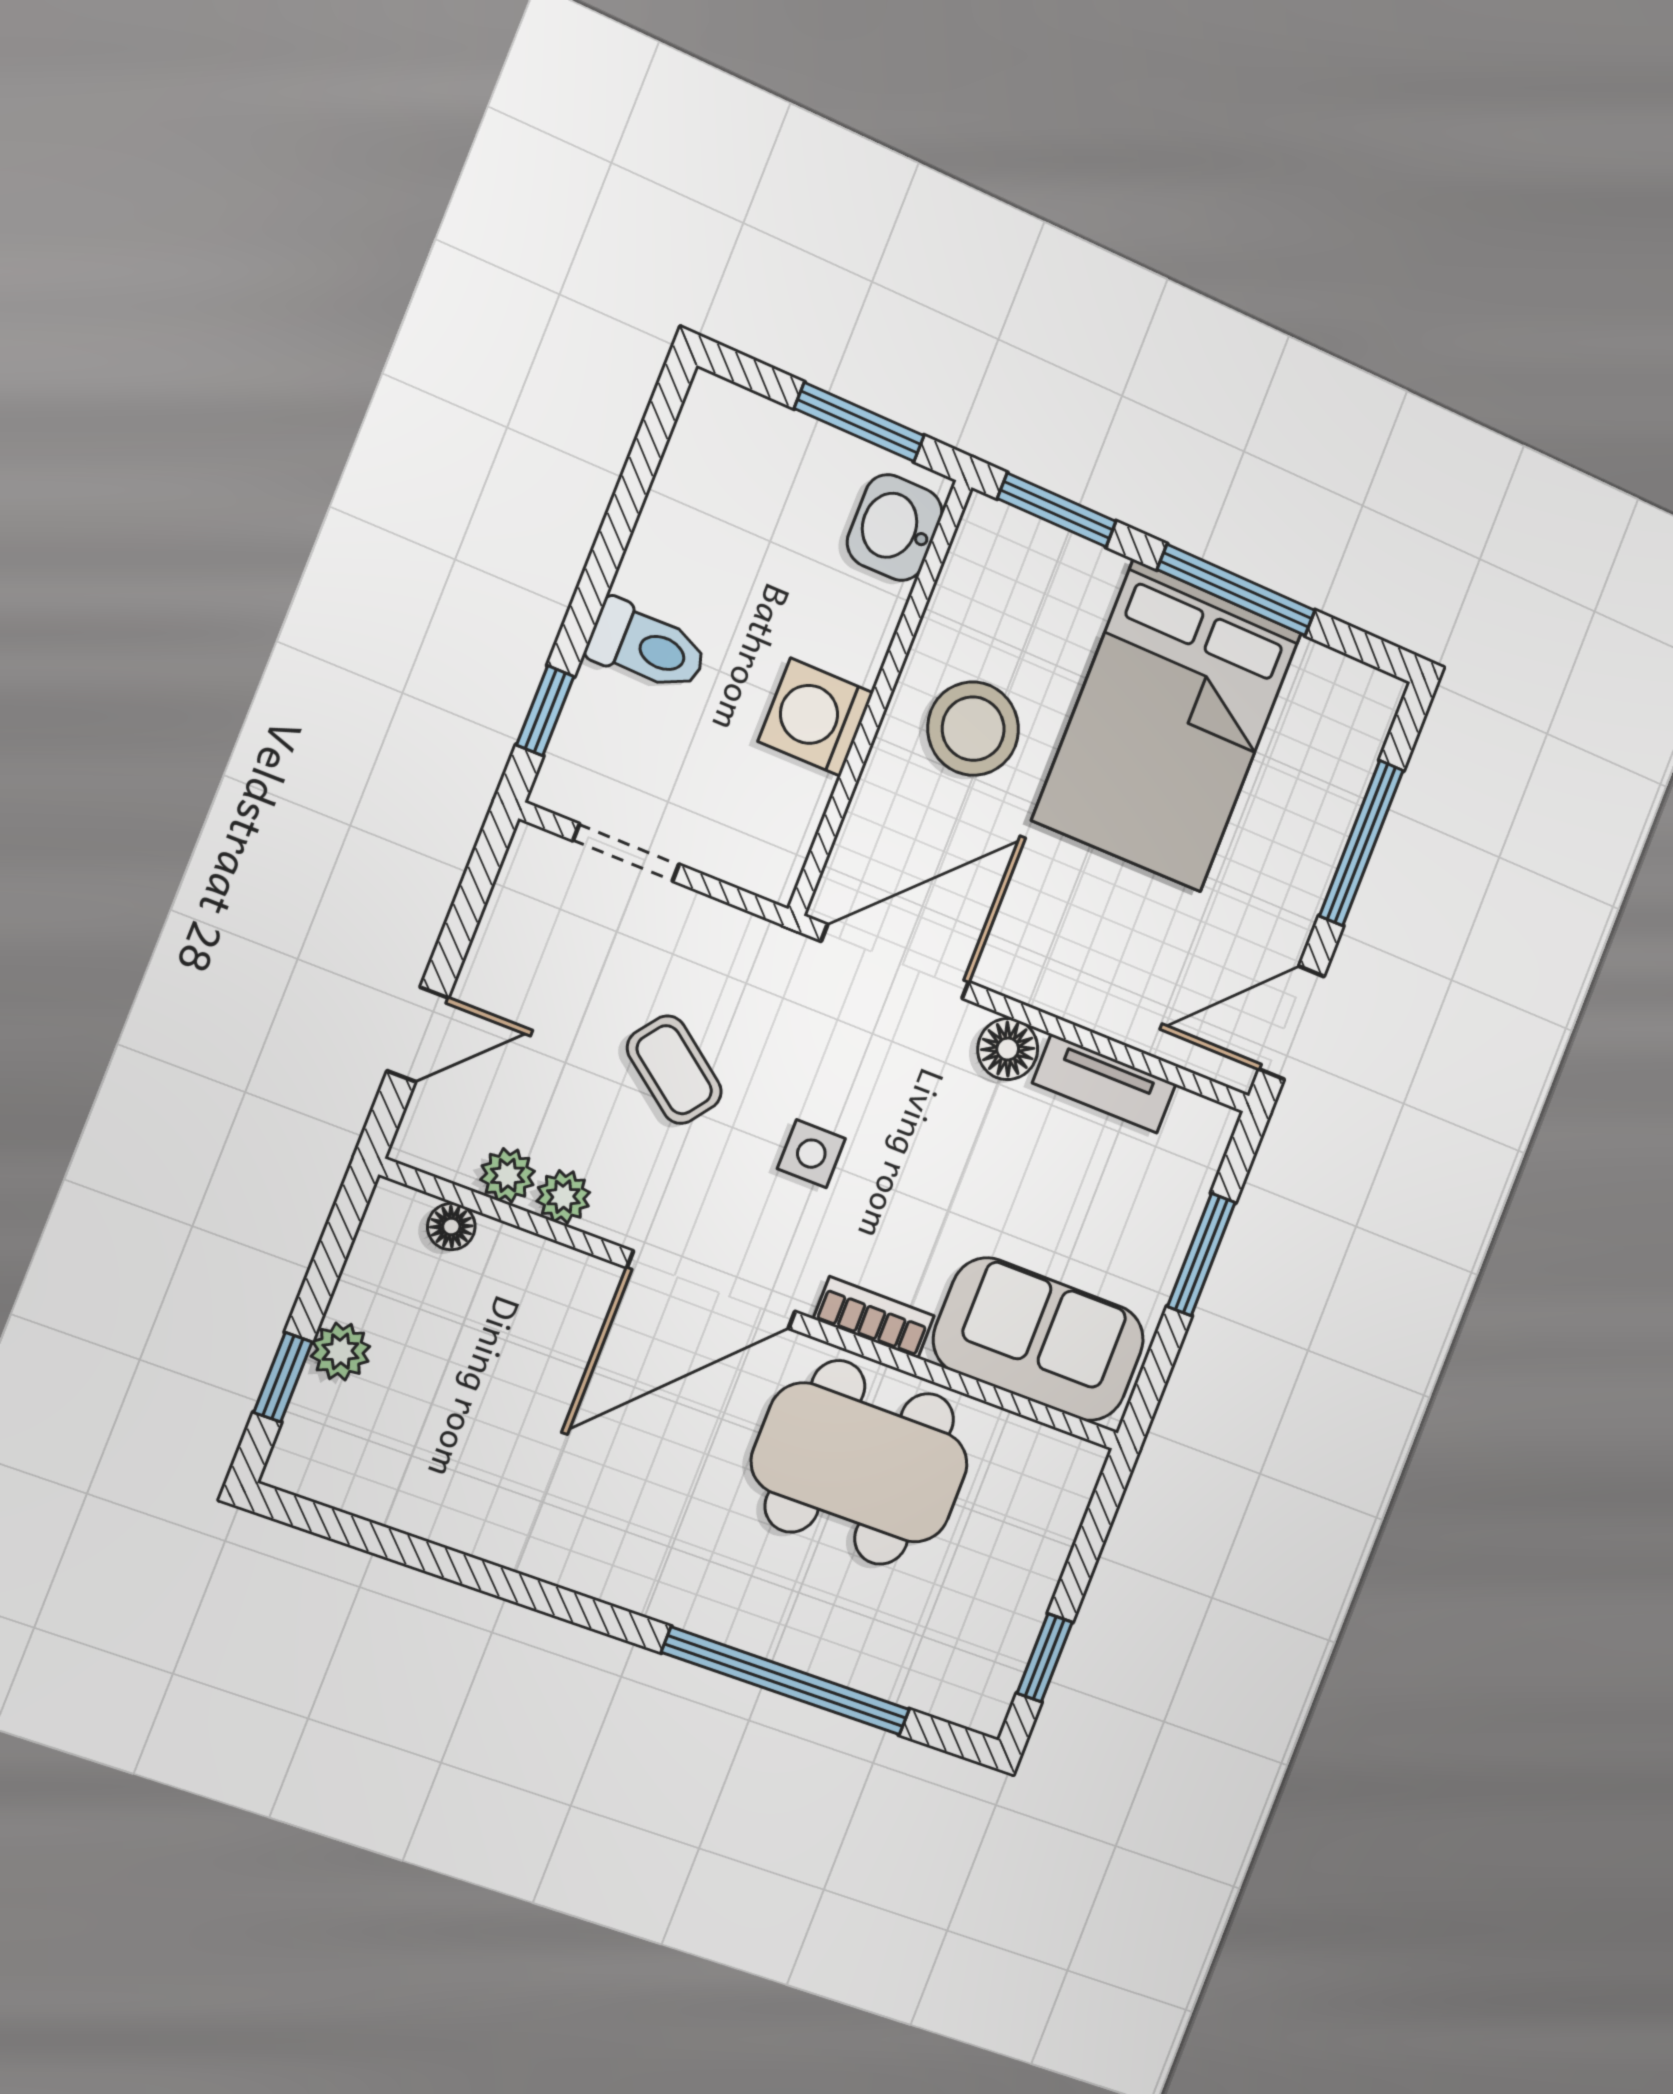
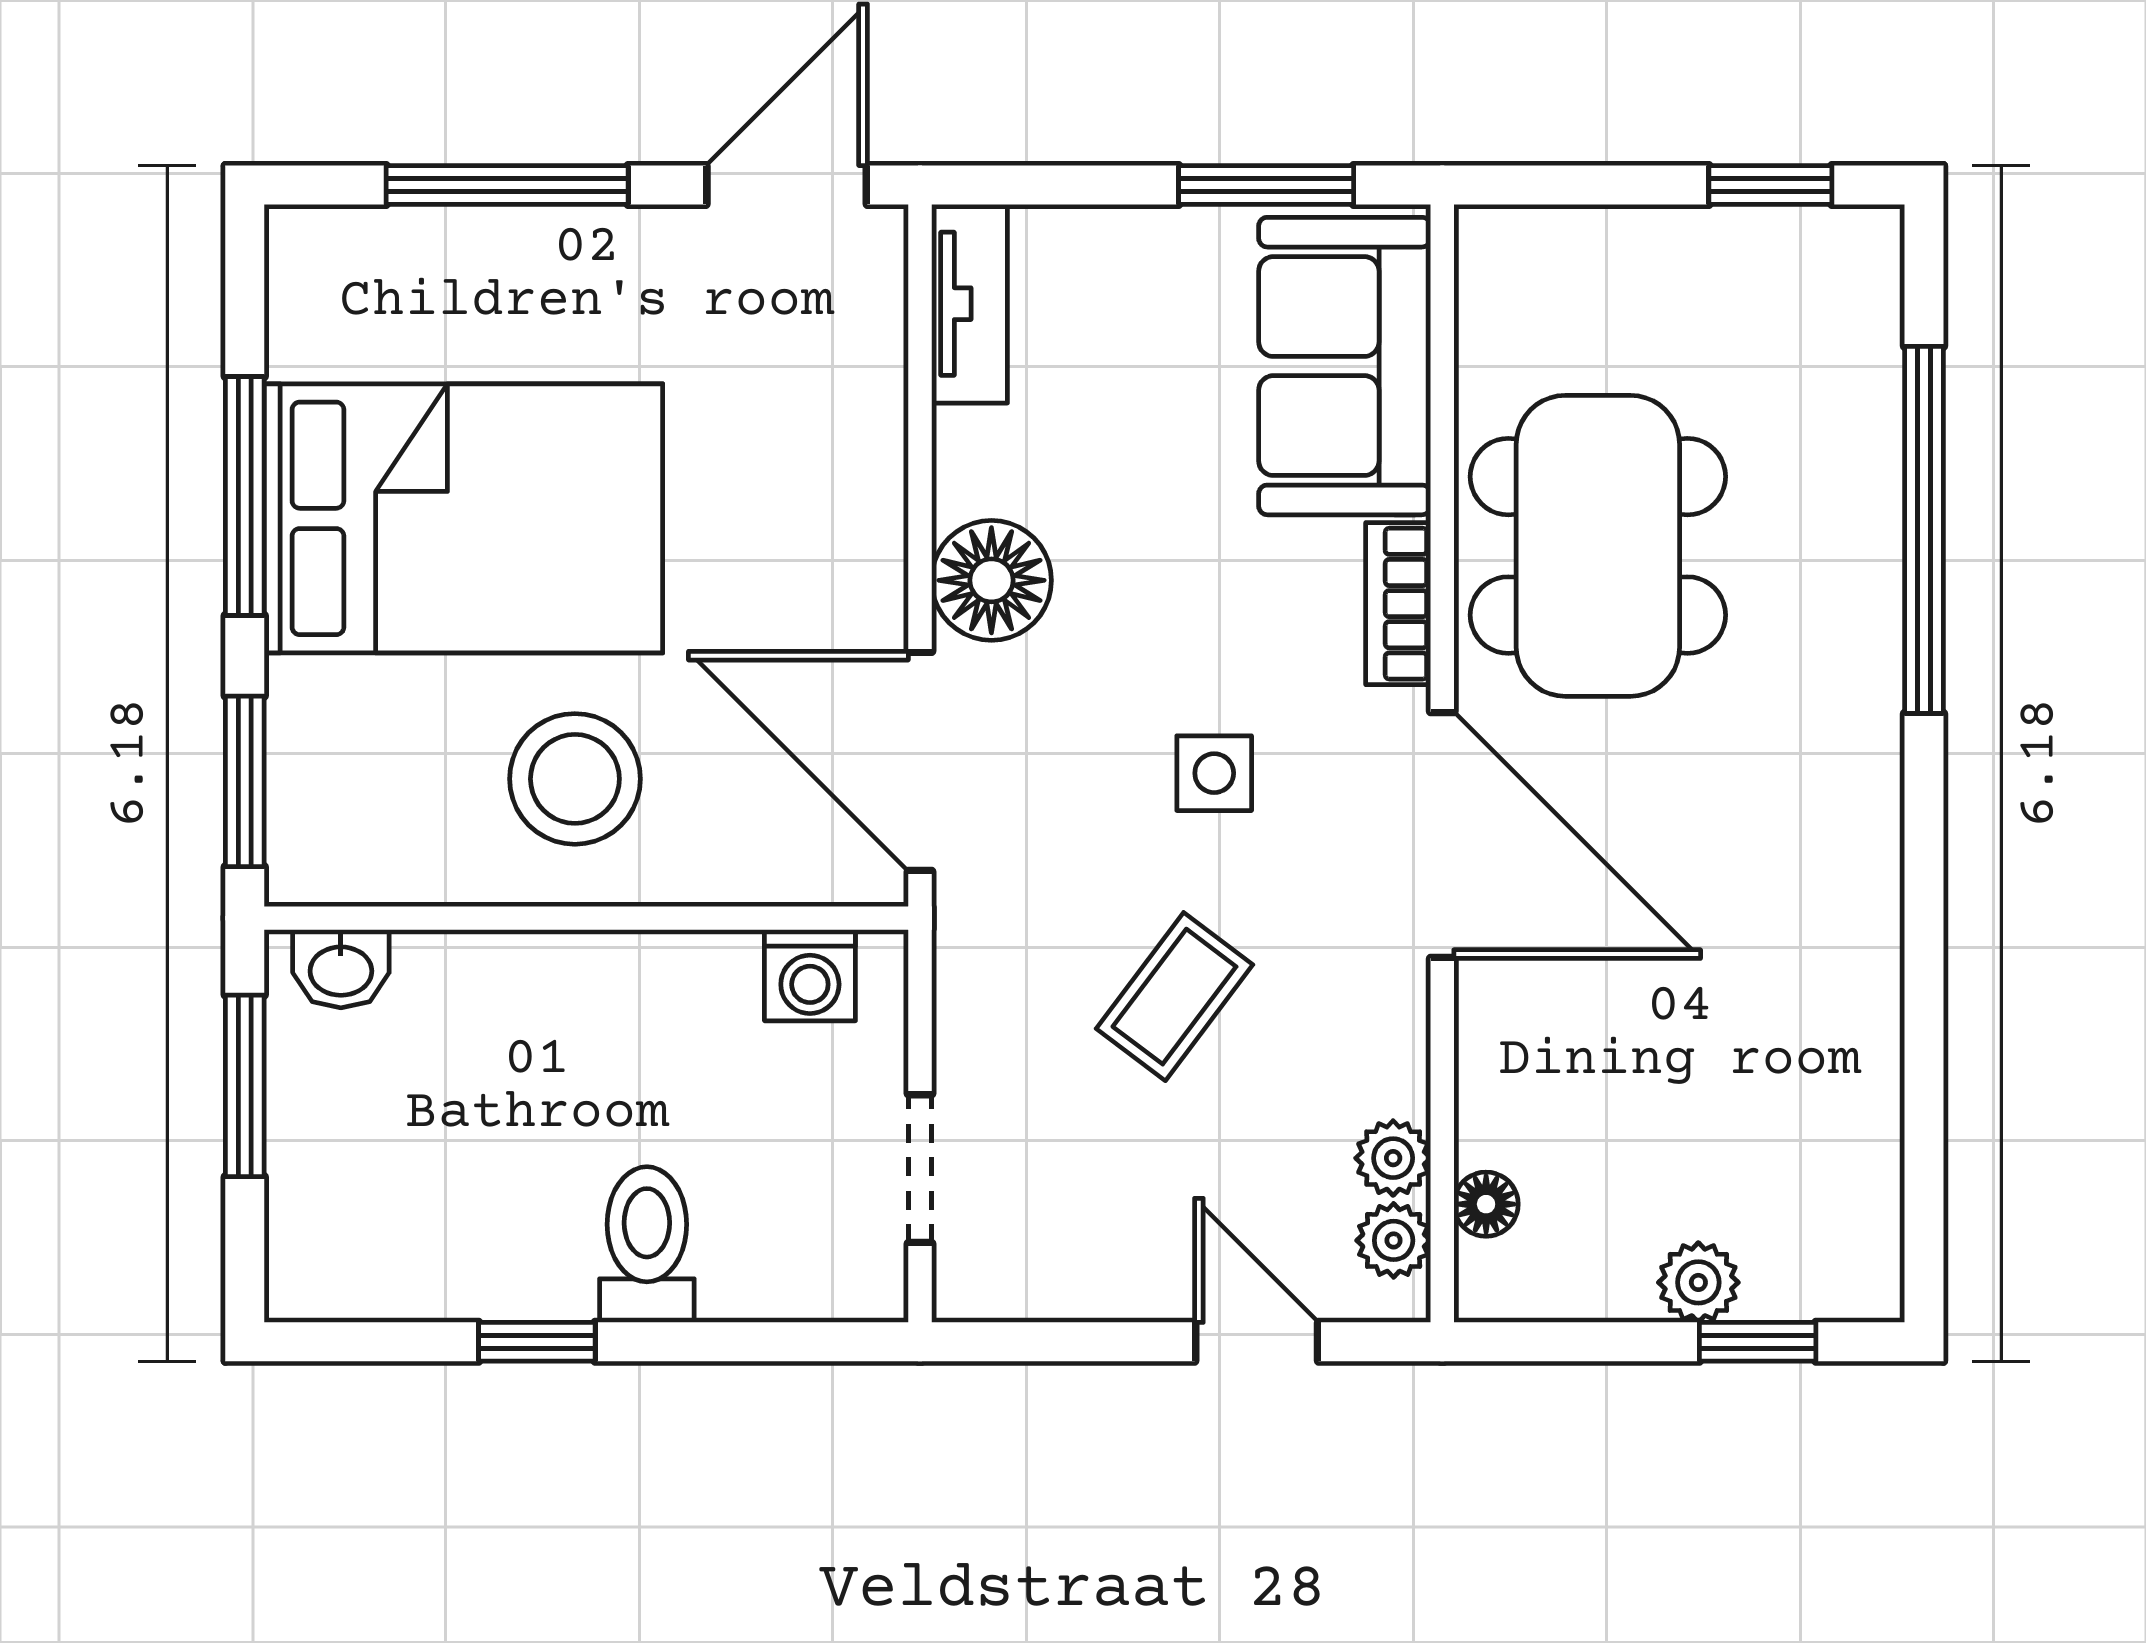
washbasin: (895, 528) -> (341, 969), width x0.72, depth x0.69
window: (545, 711) -> (537, 1342), moved
washing machine: (816, 717) -> (810, 975), moved, width x0.73, depth x0.73
door: (1291, 1023) -> (787, 185), swing flipped
floor lamp: (1008, 1049) -> (991, 580), width x1.38, depth x1.38
tv unit: (1104, 1084) -> (969, 304), moved
plant: (563, 1197) -> (1394, 1240), moved
window: (1201, 1254) -> (1266, 185), moved

